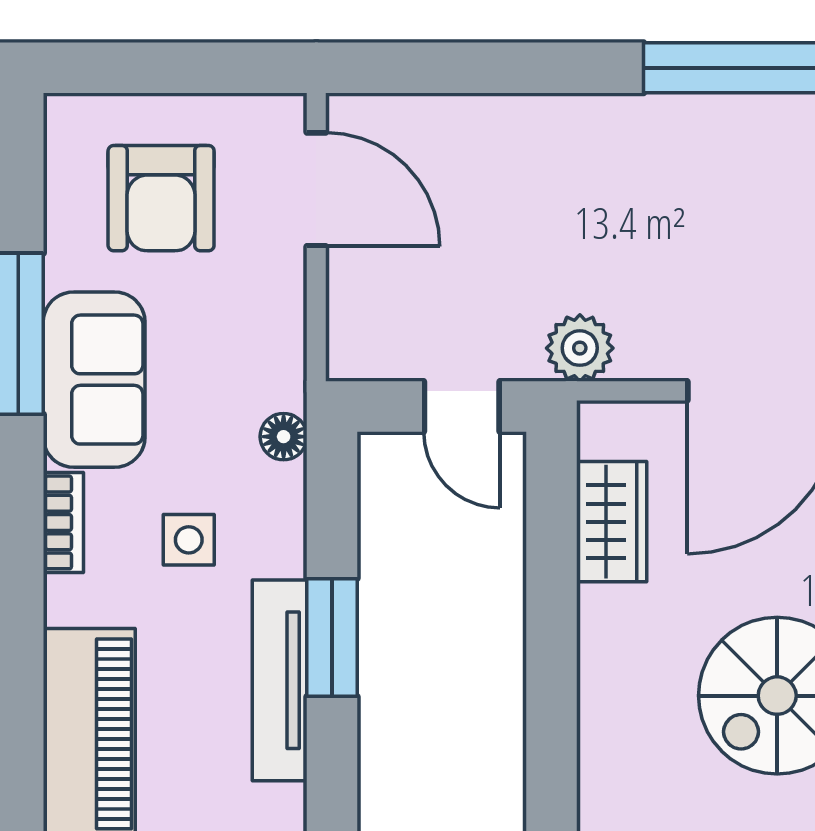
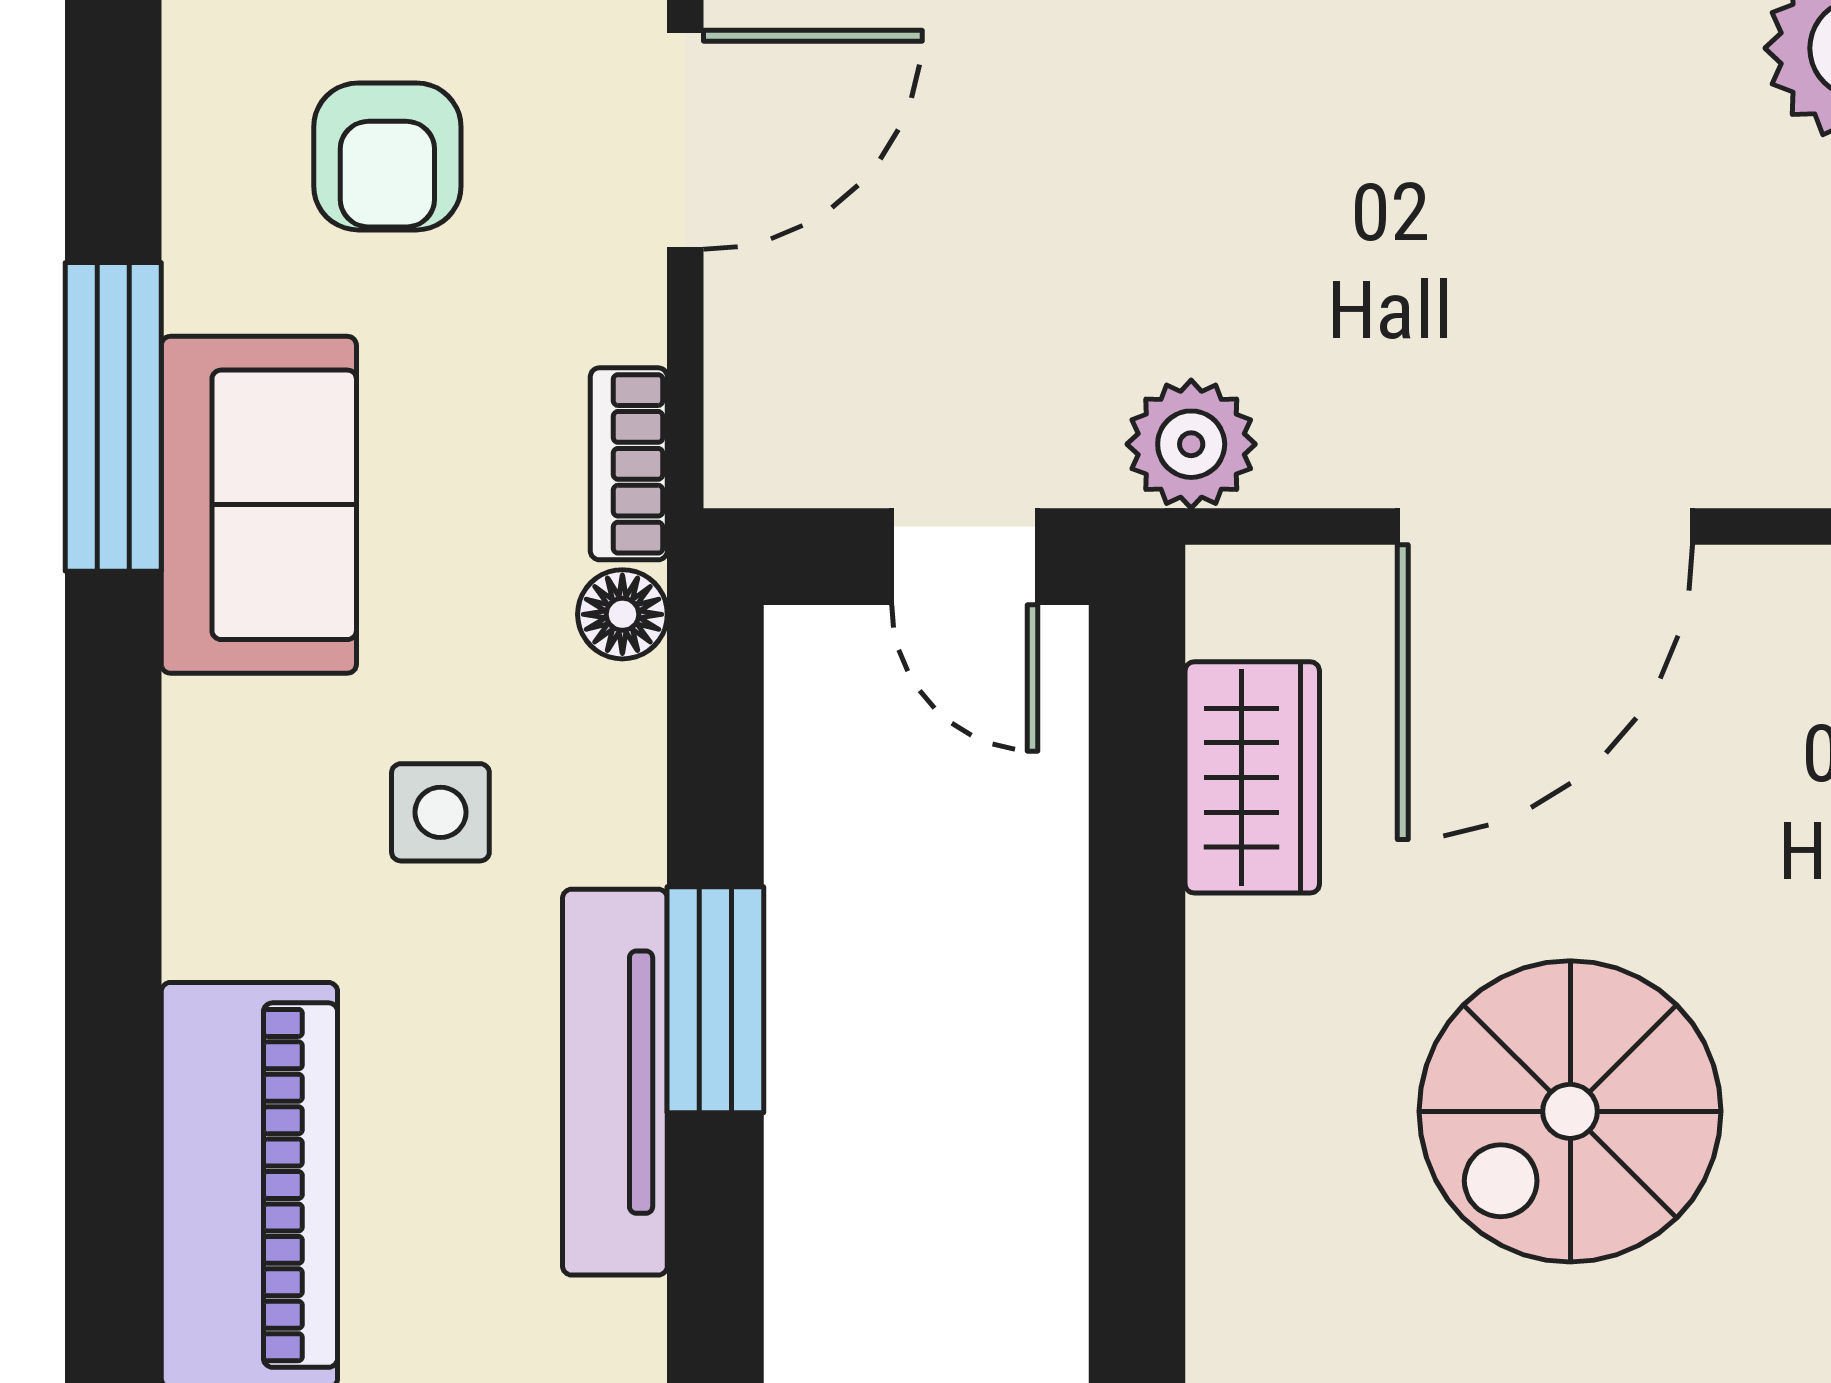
door: (316, 189) -> (685, 140), hinge flipped
armchair: (161, 198) -> (387, 156), width x0.72, depth x0.72
bookcase: (63, 522) -> (629, 464), moved, turned 180

